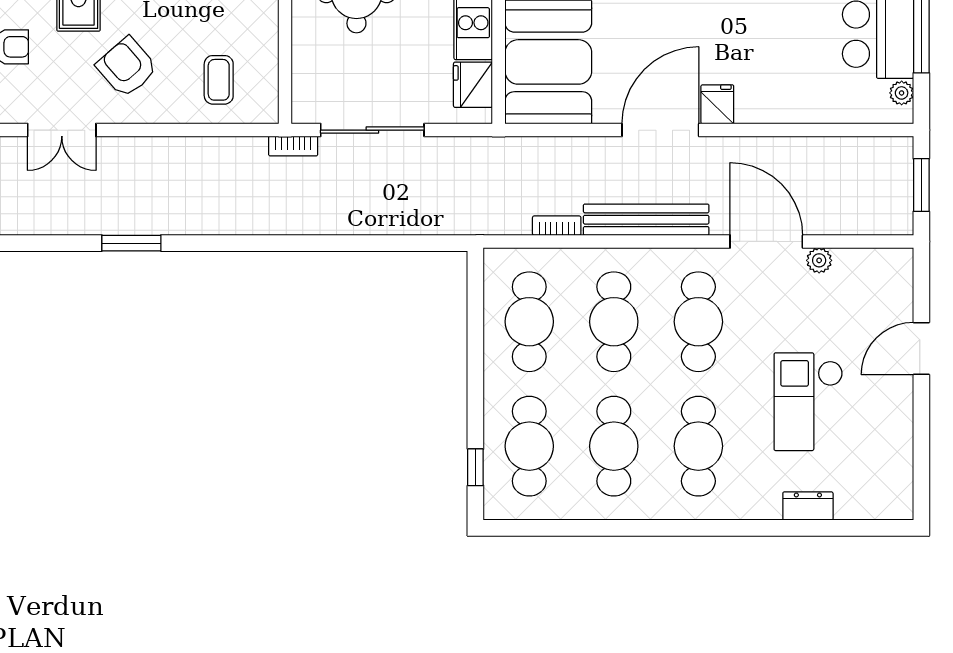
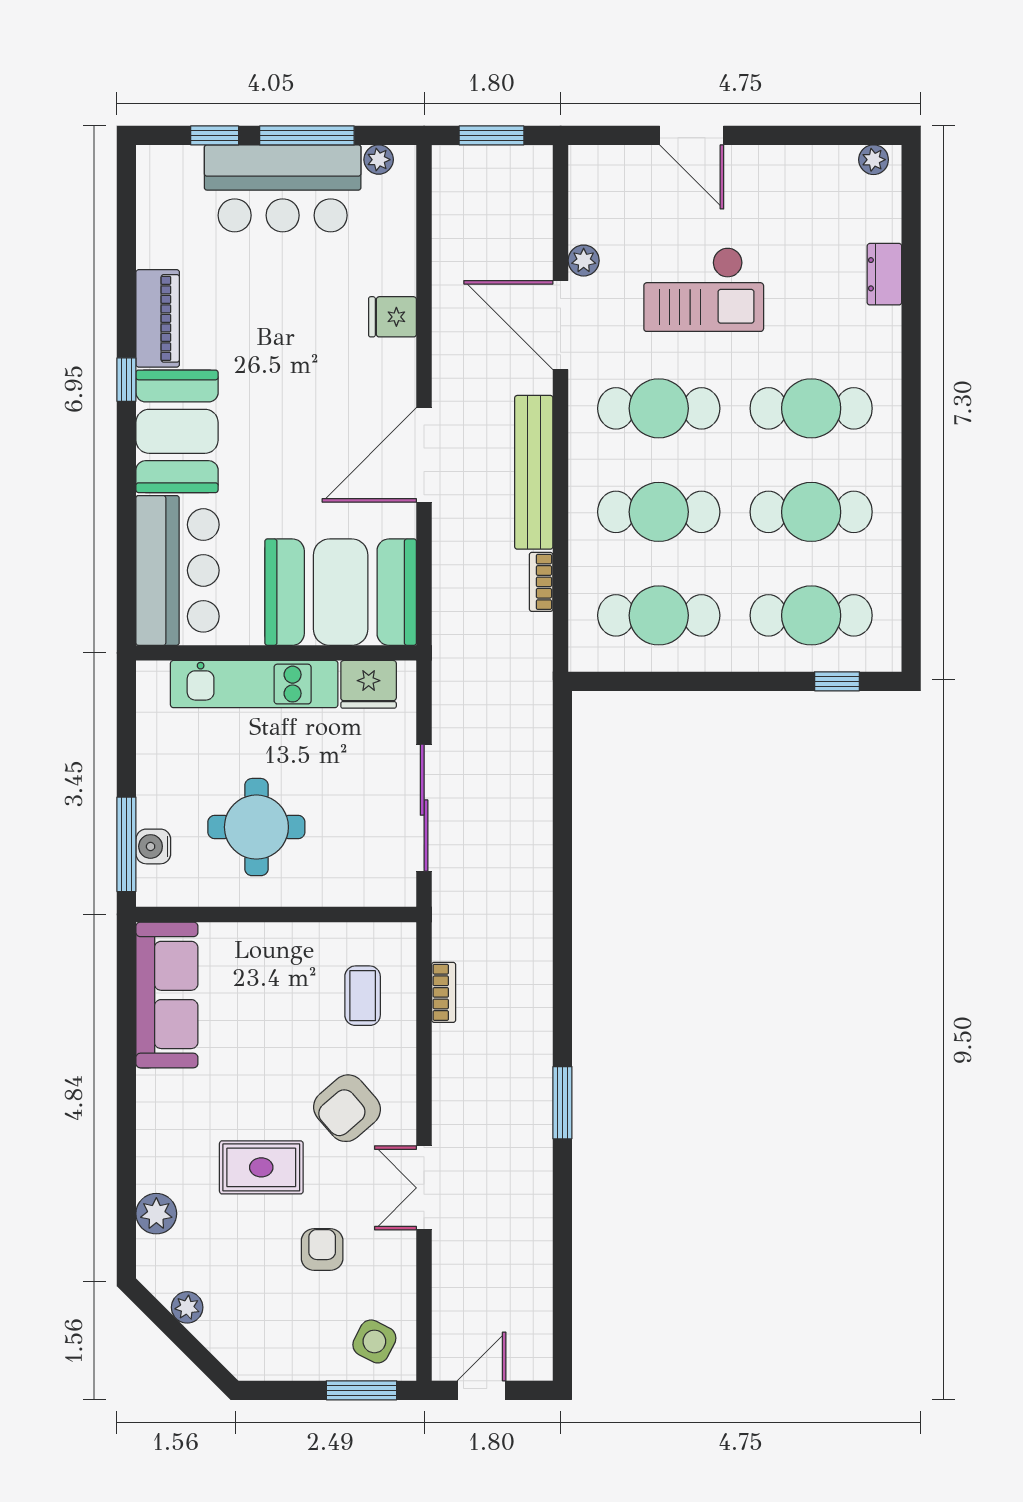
coffee table: (219, 80) -> (363, 996), turned 90
fridge: (717, 104) -> (393, 317), moved
double door: (62, 130) -> (424, 1188), swing flipped
door: (660, 130) -> (424, 455), hinge flipped
bookcase: (293, 146) -> (444, 992), moved
door: (766, 241) -> (561, 325), hinge flipped
checkout: (808, 402) -> (704, 289), moved
plant: (901, 497) -> (874, 160), added

